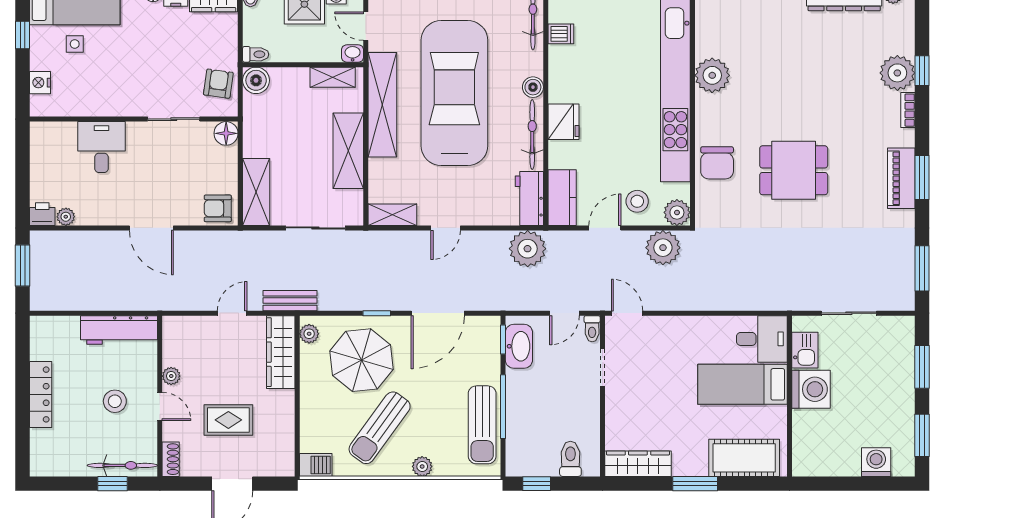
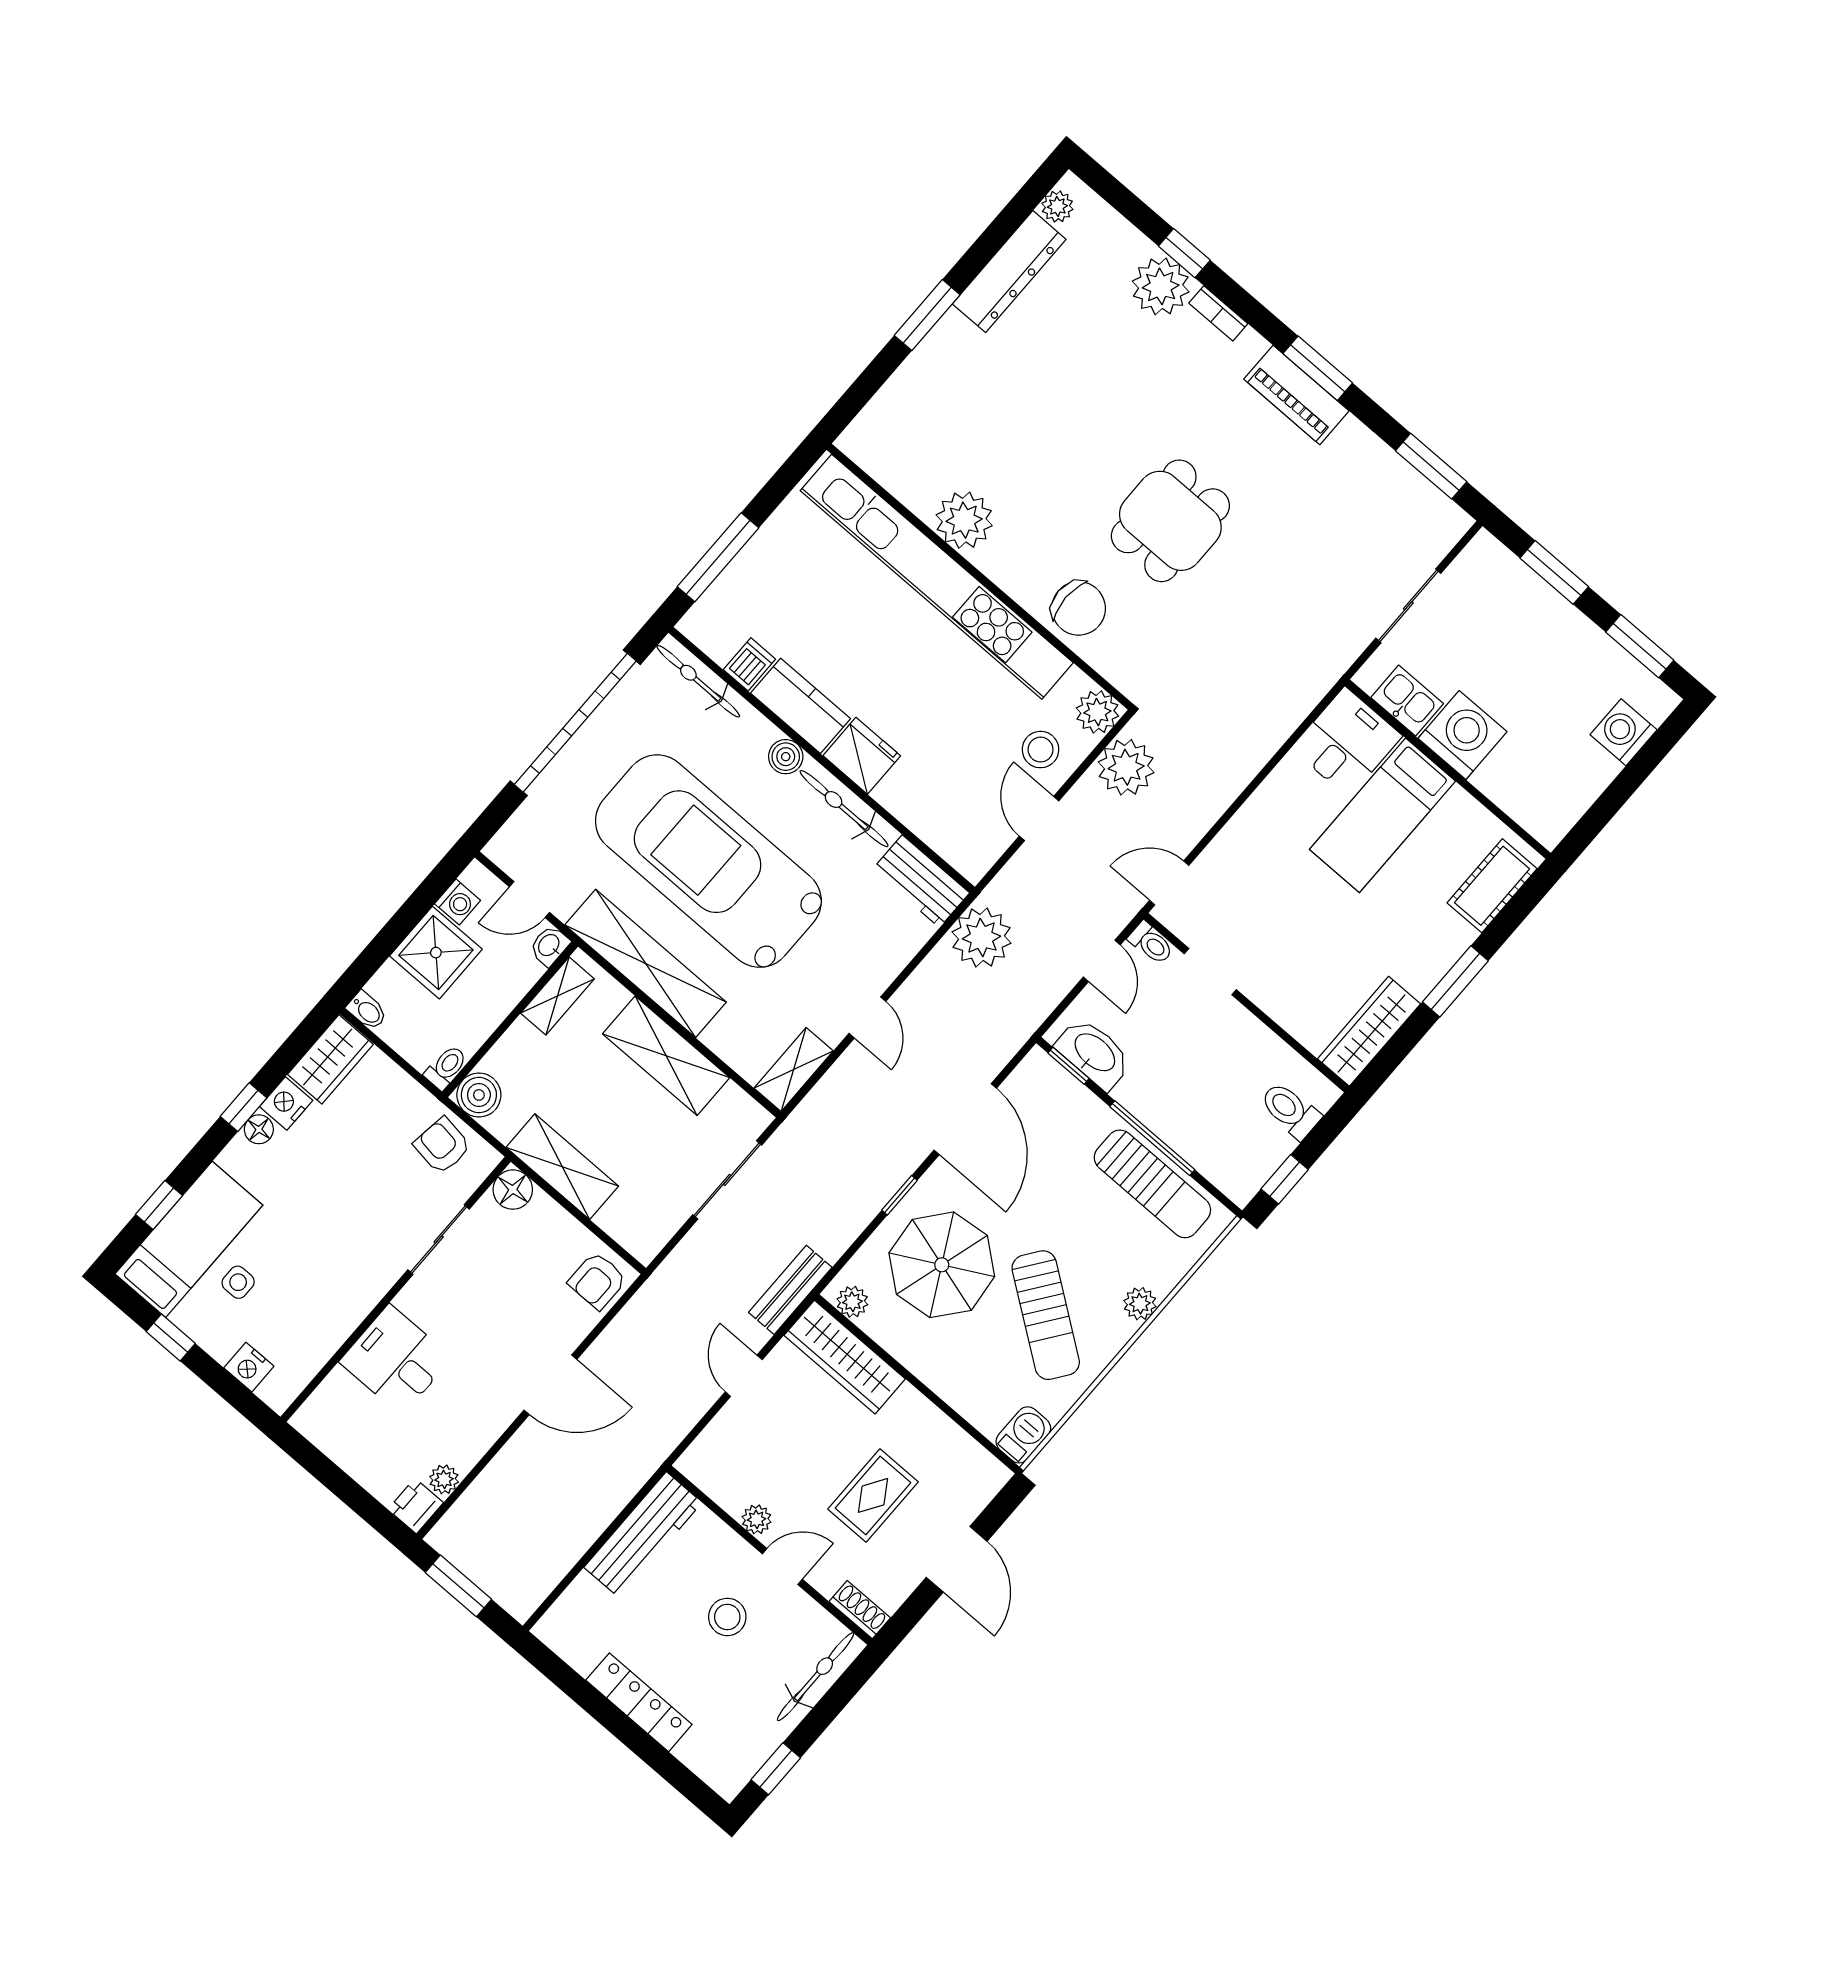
shelving: (256, 192) -> (562, 1167), moved
kitchen counter: (562, 198) -> (800, 706), moved
cot: (744, 458) -> (1492, 886), width x0.73, depth x0.75
window: (112, 484) -> (776, 1769), moved

